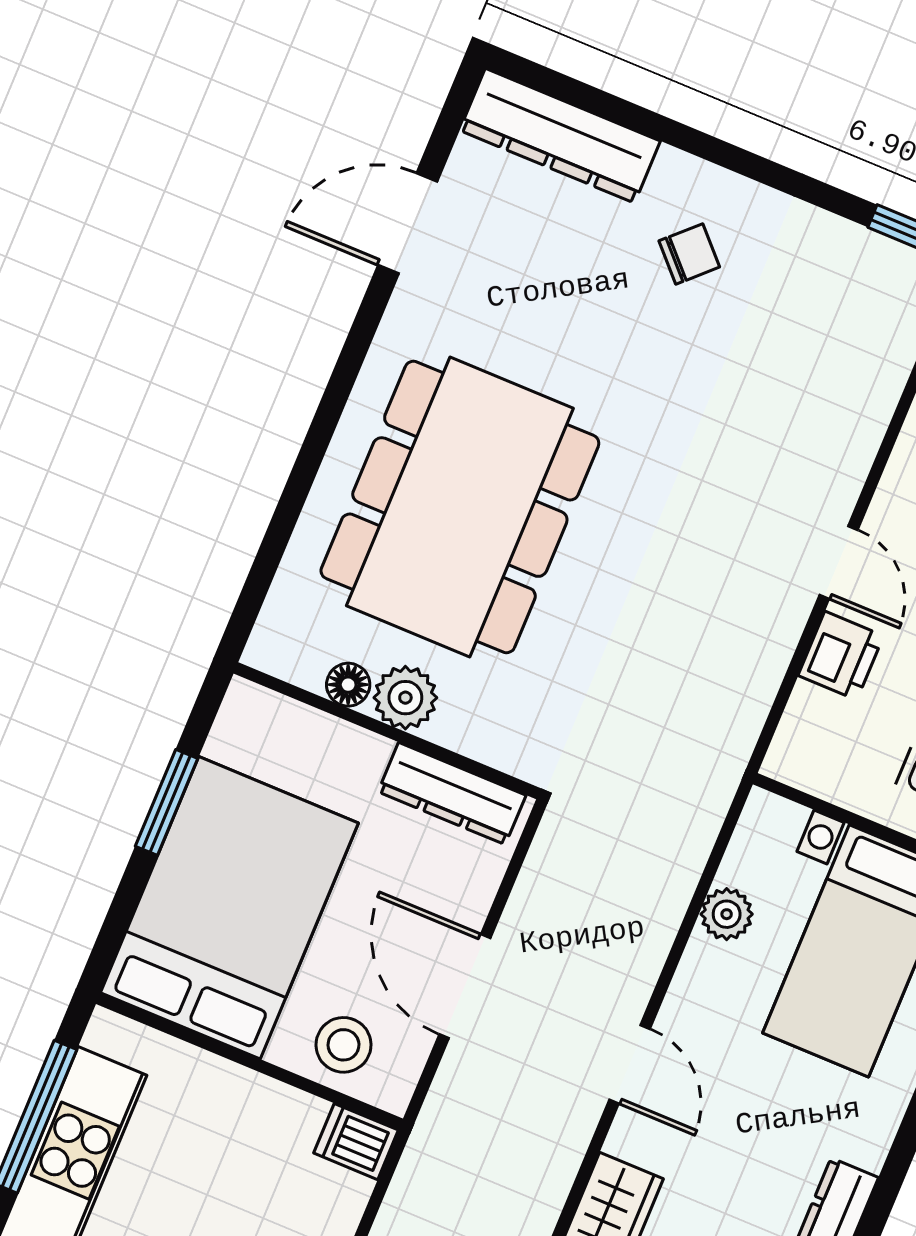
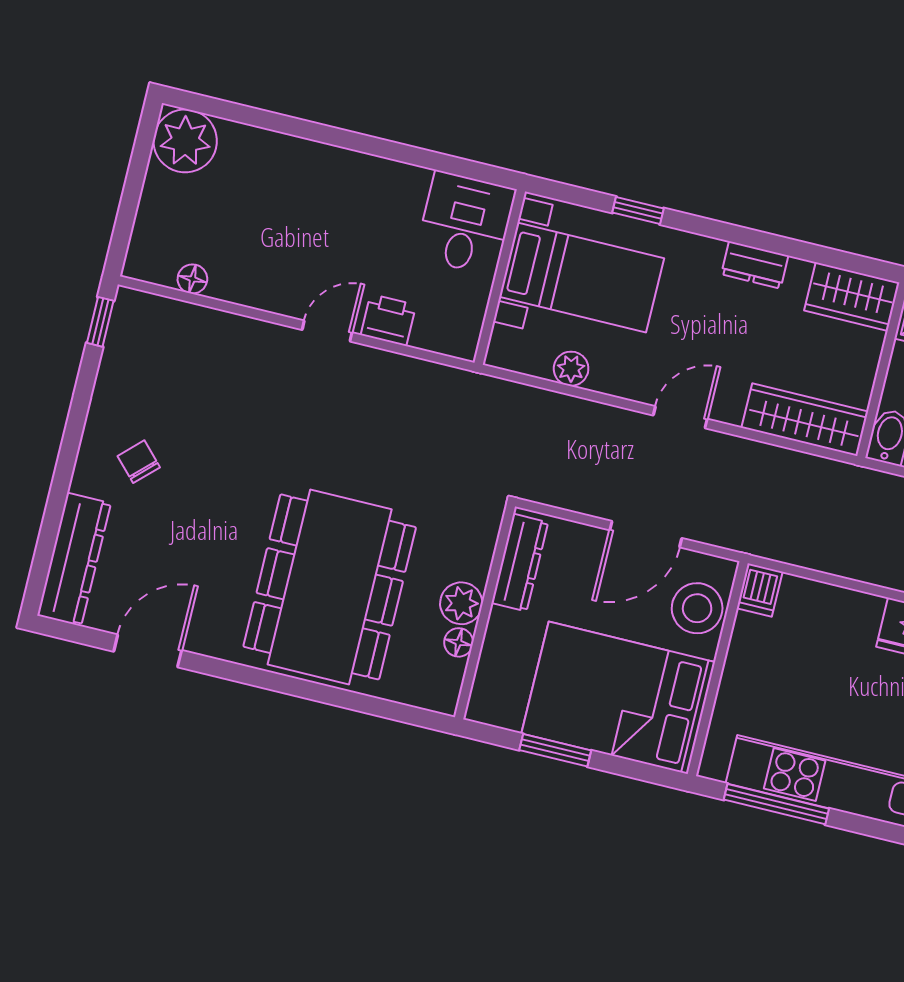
door: (408, 223) -> (148, 651), swing flipped
dining table: (460, 507) -> (330, 587), turned 90
stool: (343, 1045) -> (697, 608), width x1.38, depth x1.38

